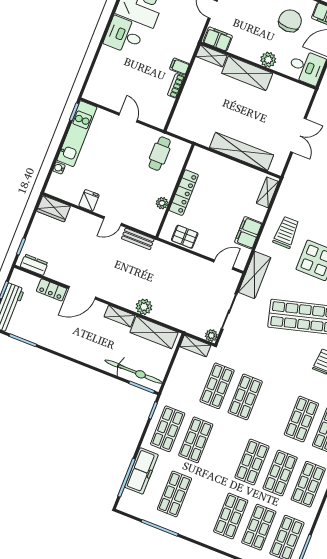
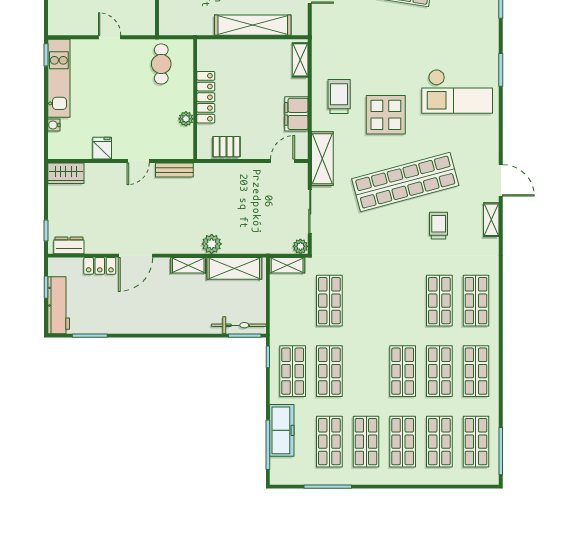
bicycle: (134, 372) -> (239, 325), width x0.73, depth x0.71
shop shelf: (245, 397) -> (366, 442), moved

